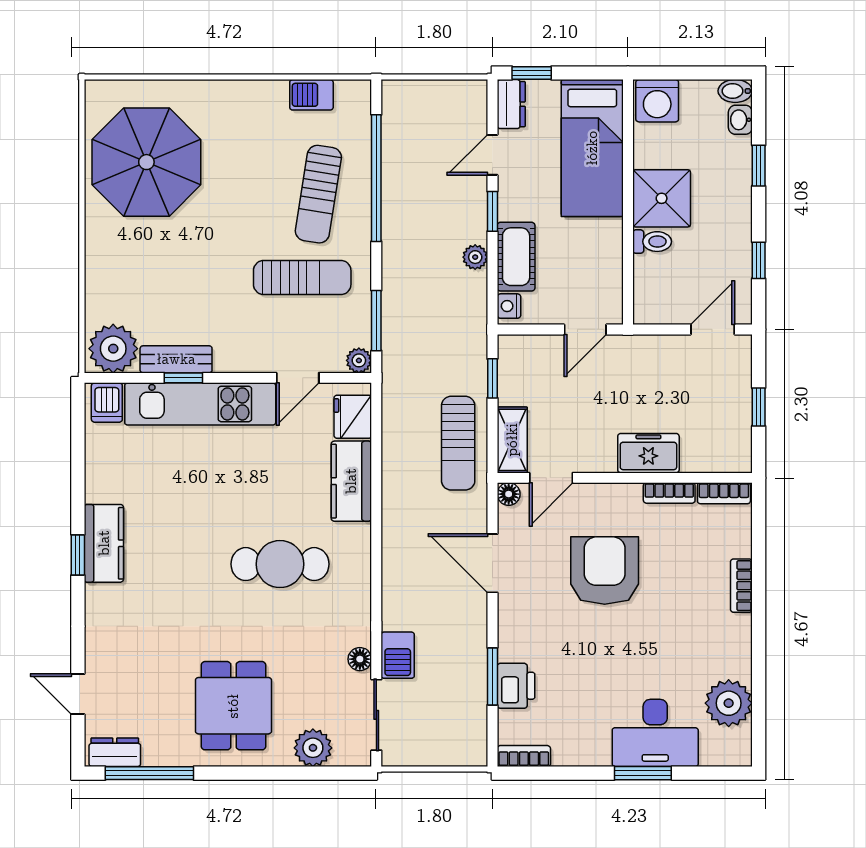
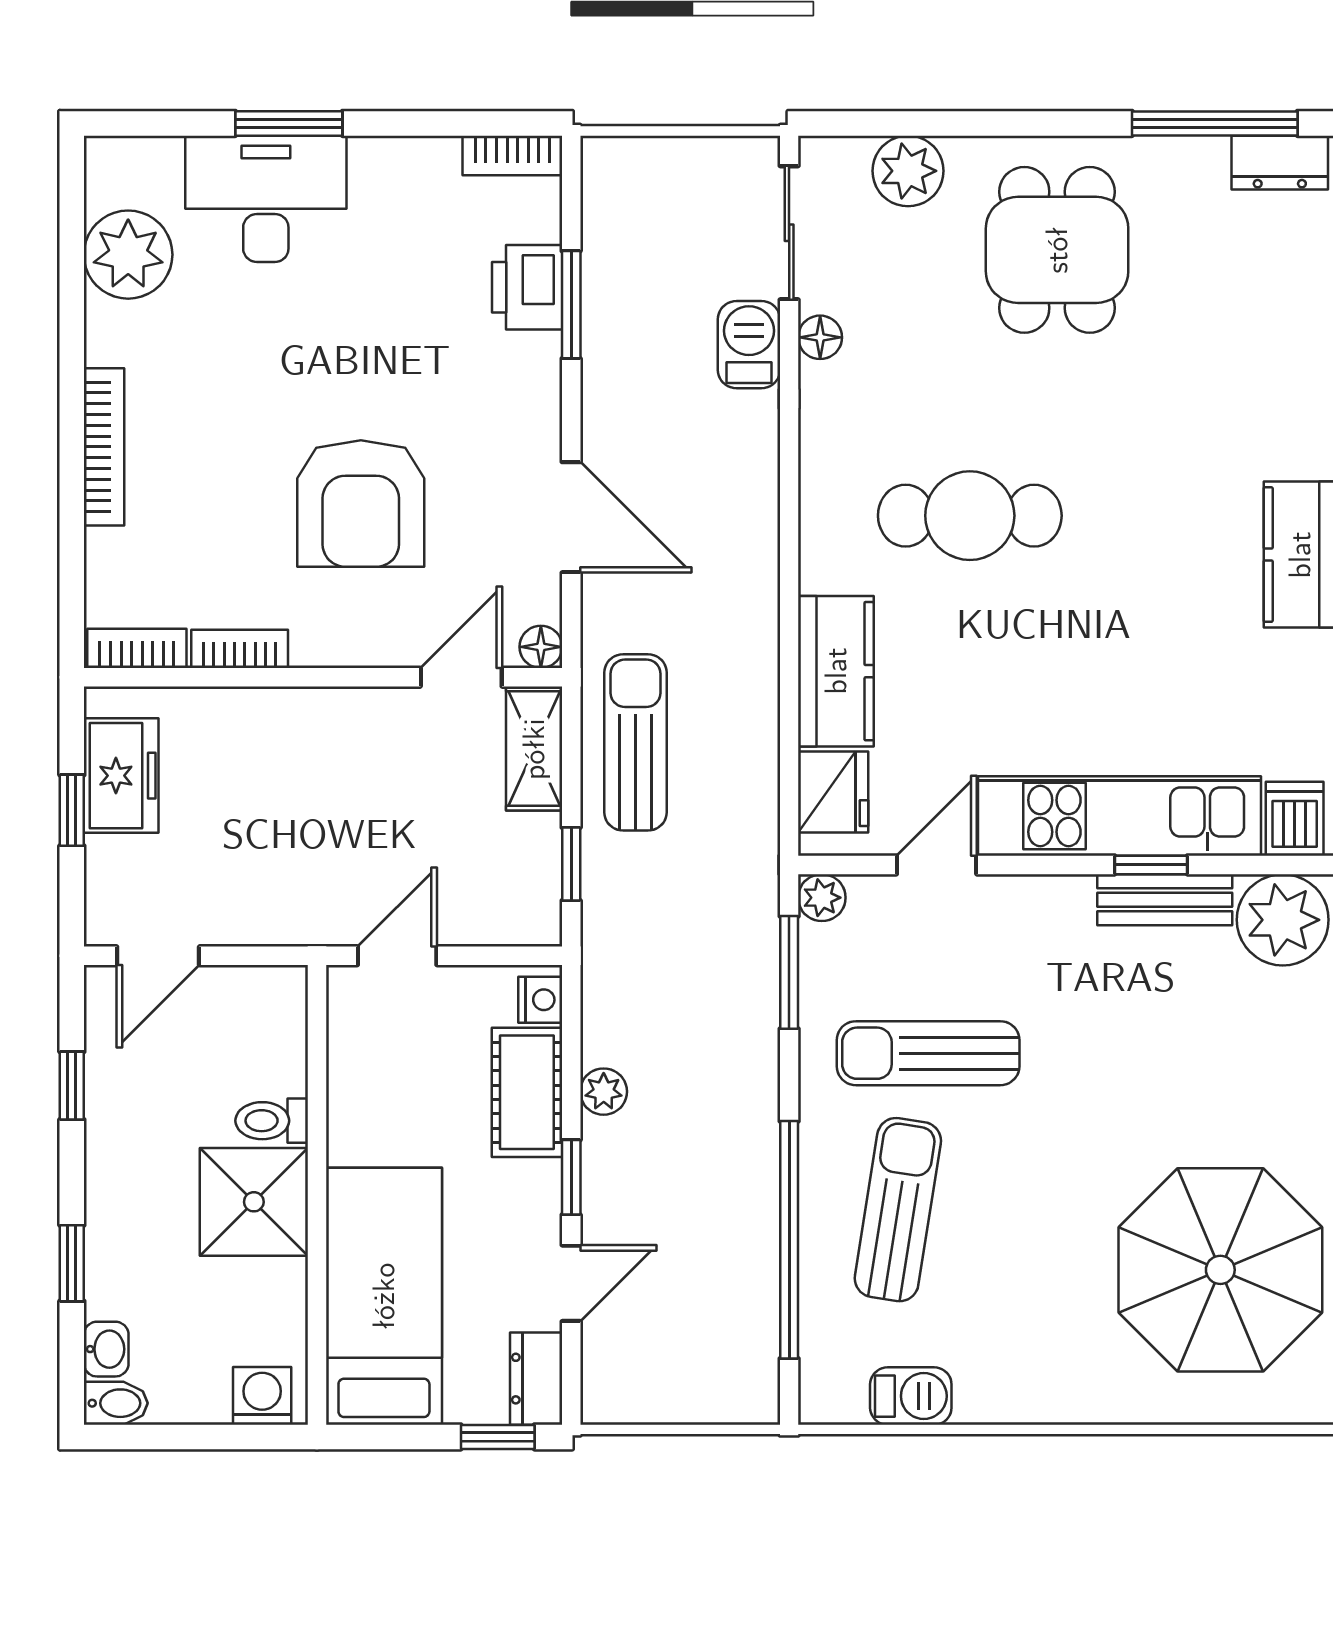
washing machine: (657, 101) -> (262, 1396), width x0.73, depth x0.73
freezer: (648, 453) -> (121, 776), moved, turned -90
bookcase: (741, 586) -> (104, 447), width x1.56

